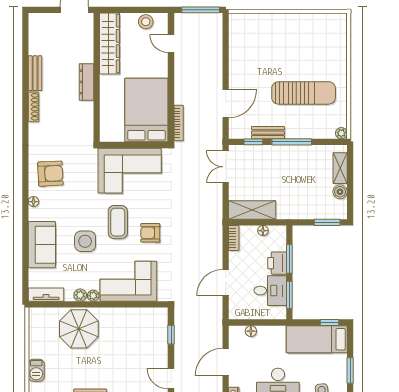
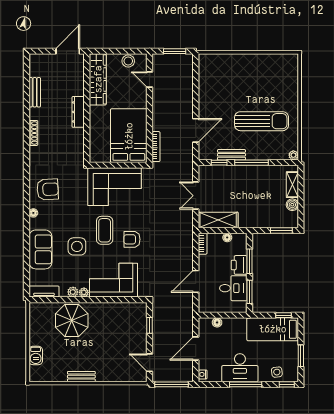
window: (201, 10) -> (175, 51), width x0.69
bench: (35, 73) -> (35, 92), moved
double door: (226, 167) -> (196, 196), moved

